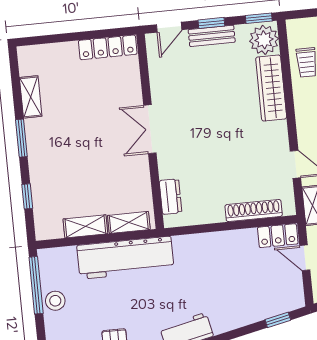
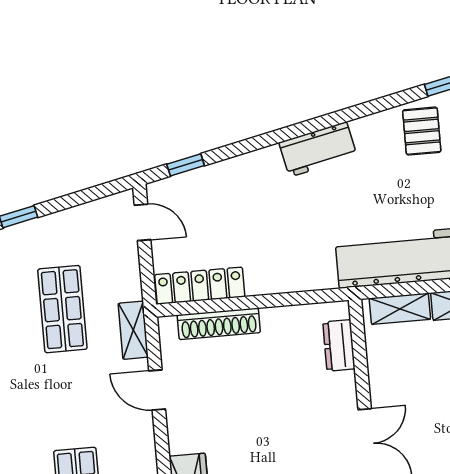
locker: (278, 236) -> (200, 286), width x1.53
door: (305, 258) -> (143, 222), moved

